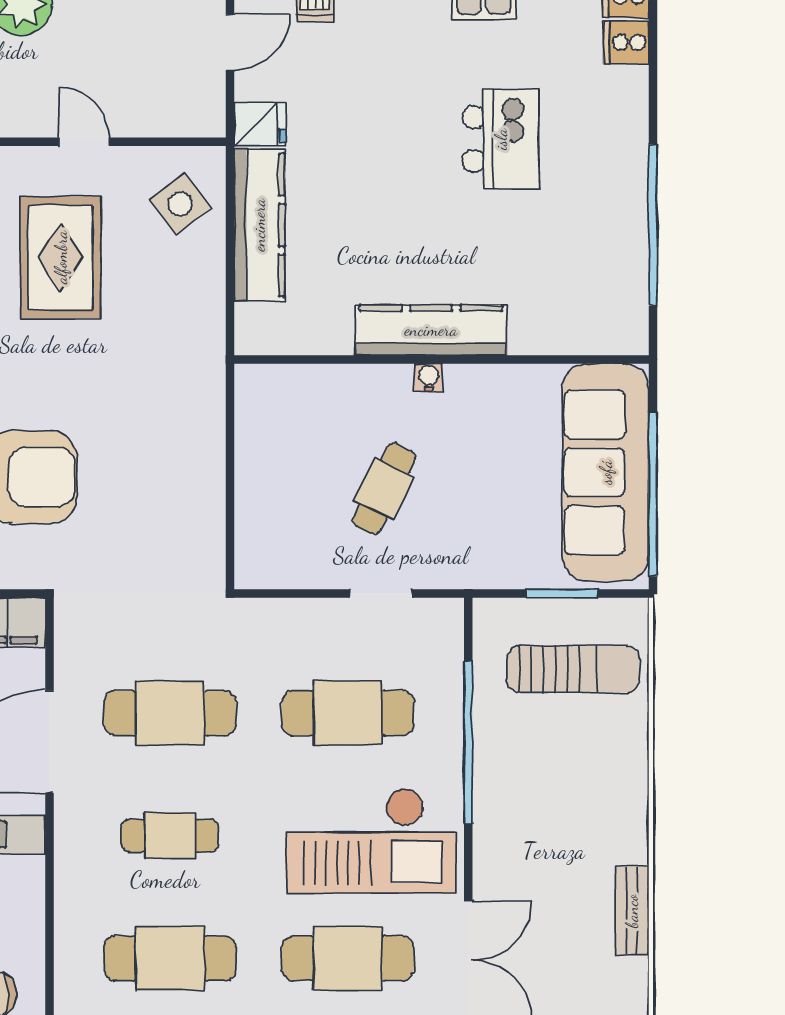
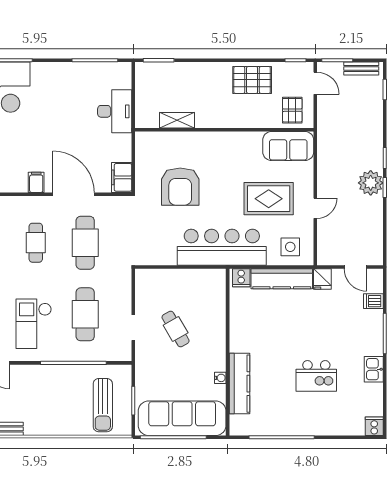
cooker: (626, 42) -> (241, 278), moved, turned 180
side table: (180, 204) -> (290, 247), turned 38
kitchen counter: (431, 330) -> (239, 384), moved
bar counter: (181, 374) -> (222, 247), added
water cooler: (429, 378) -> (220, 378), moved
cafe table: (384, 489) -> (176, 329), turned 34
checkout: (371, 841) -> (34, 324), width x0.73, depth x0.83

